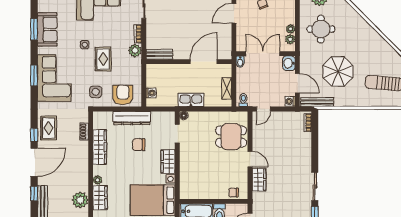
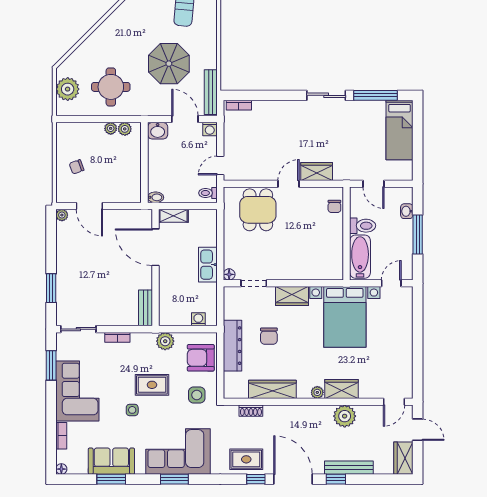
plant: (135, 50) -> (165, 341), moved
double door: (263, 54) -> (144, 166), removed
door: (297, 83) -> (185, 119), hinge flipped
shelving: (227, 88) -> (173, 216), moved
door: (263, 109) -> (220, 166), swing flipped

